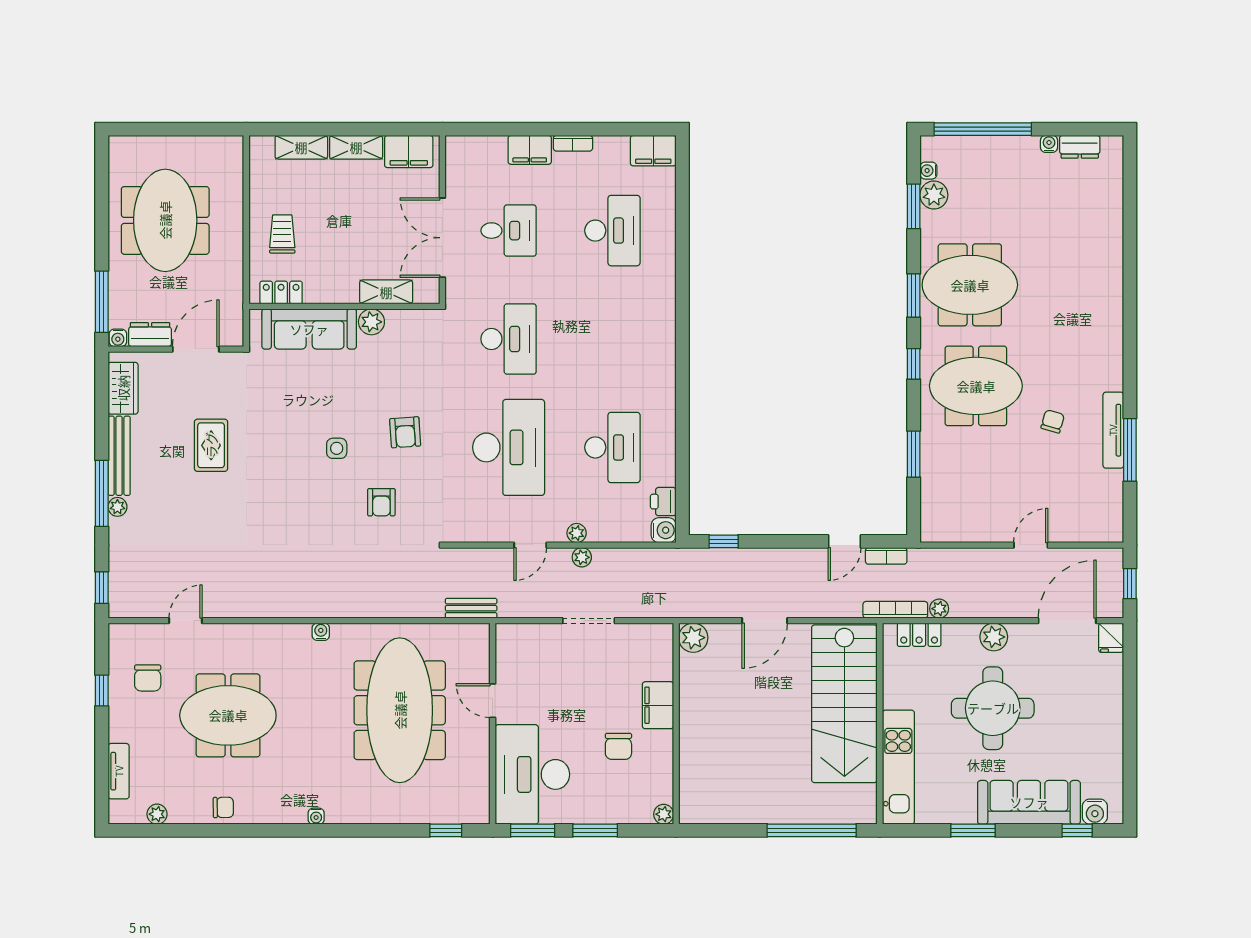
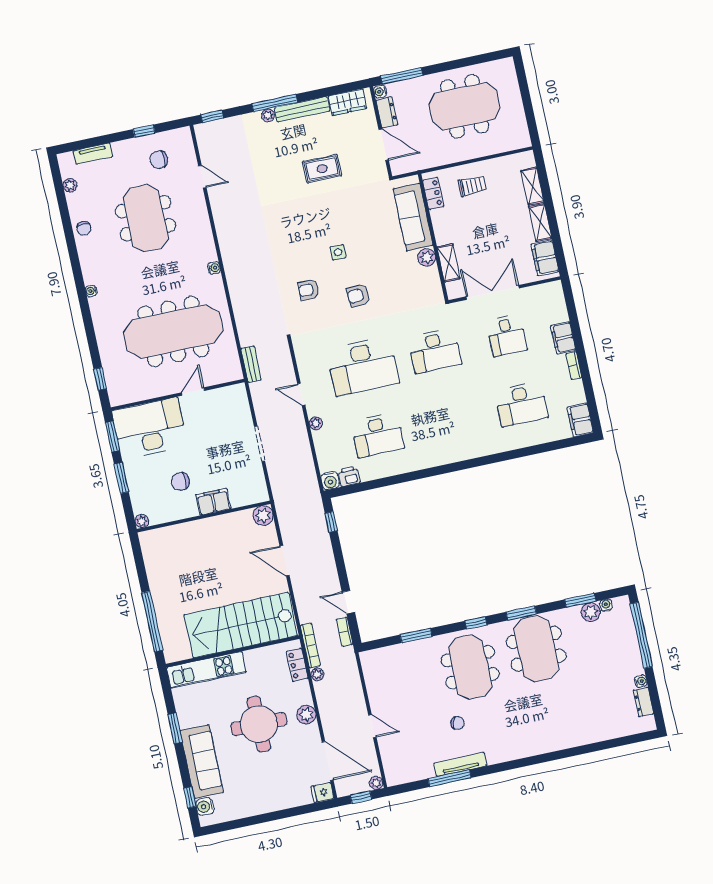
plant: (582, 557) -> (376, 783), moved

